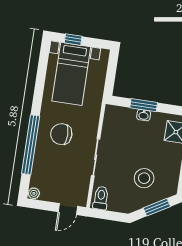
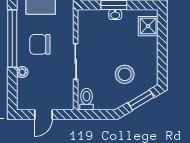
window: (31, 145) -> (12, 38), moved
plant: (34, 193) -> (22, 72), moved
door: (68, 209) -> (43, 115), moved

